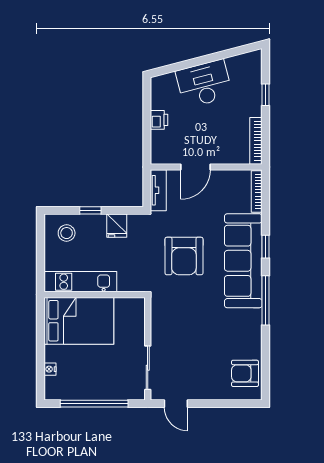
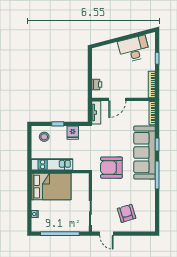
desk: (204, 84) -> (134, 49), moved
printer: (159, 120) -> (97, 84), moved
armchair: (184, 256) -> (111, 168), moved, turned 90
armchair: (245, 373) -> (127, 213), moved, turned 73

